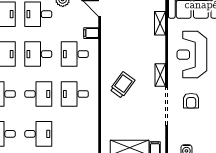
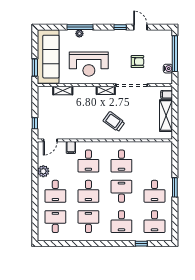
armchair: (191, 101) -> (137, 62), moved
desk: (38, 134) -> (155, 191), turned 180

